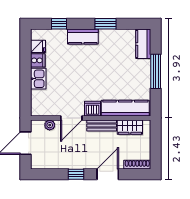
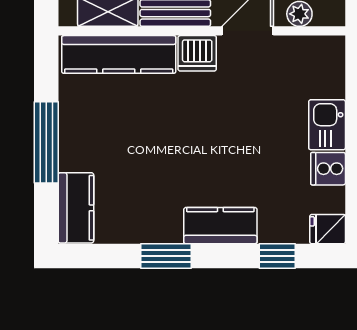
fridge: (38, 46) -> (328, 229), moved

